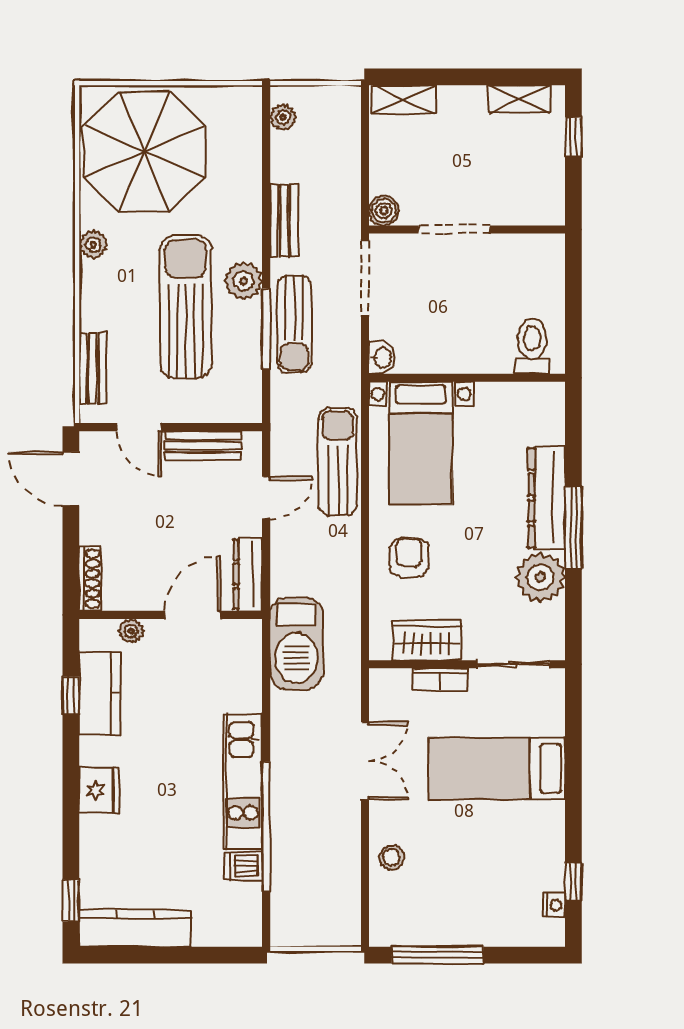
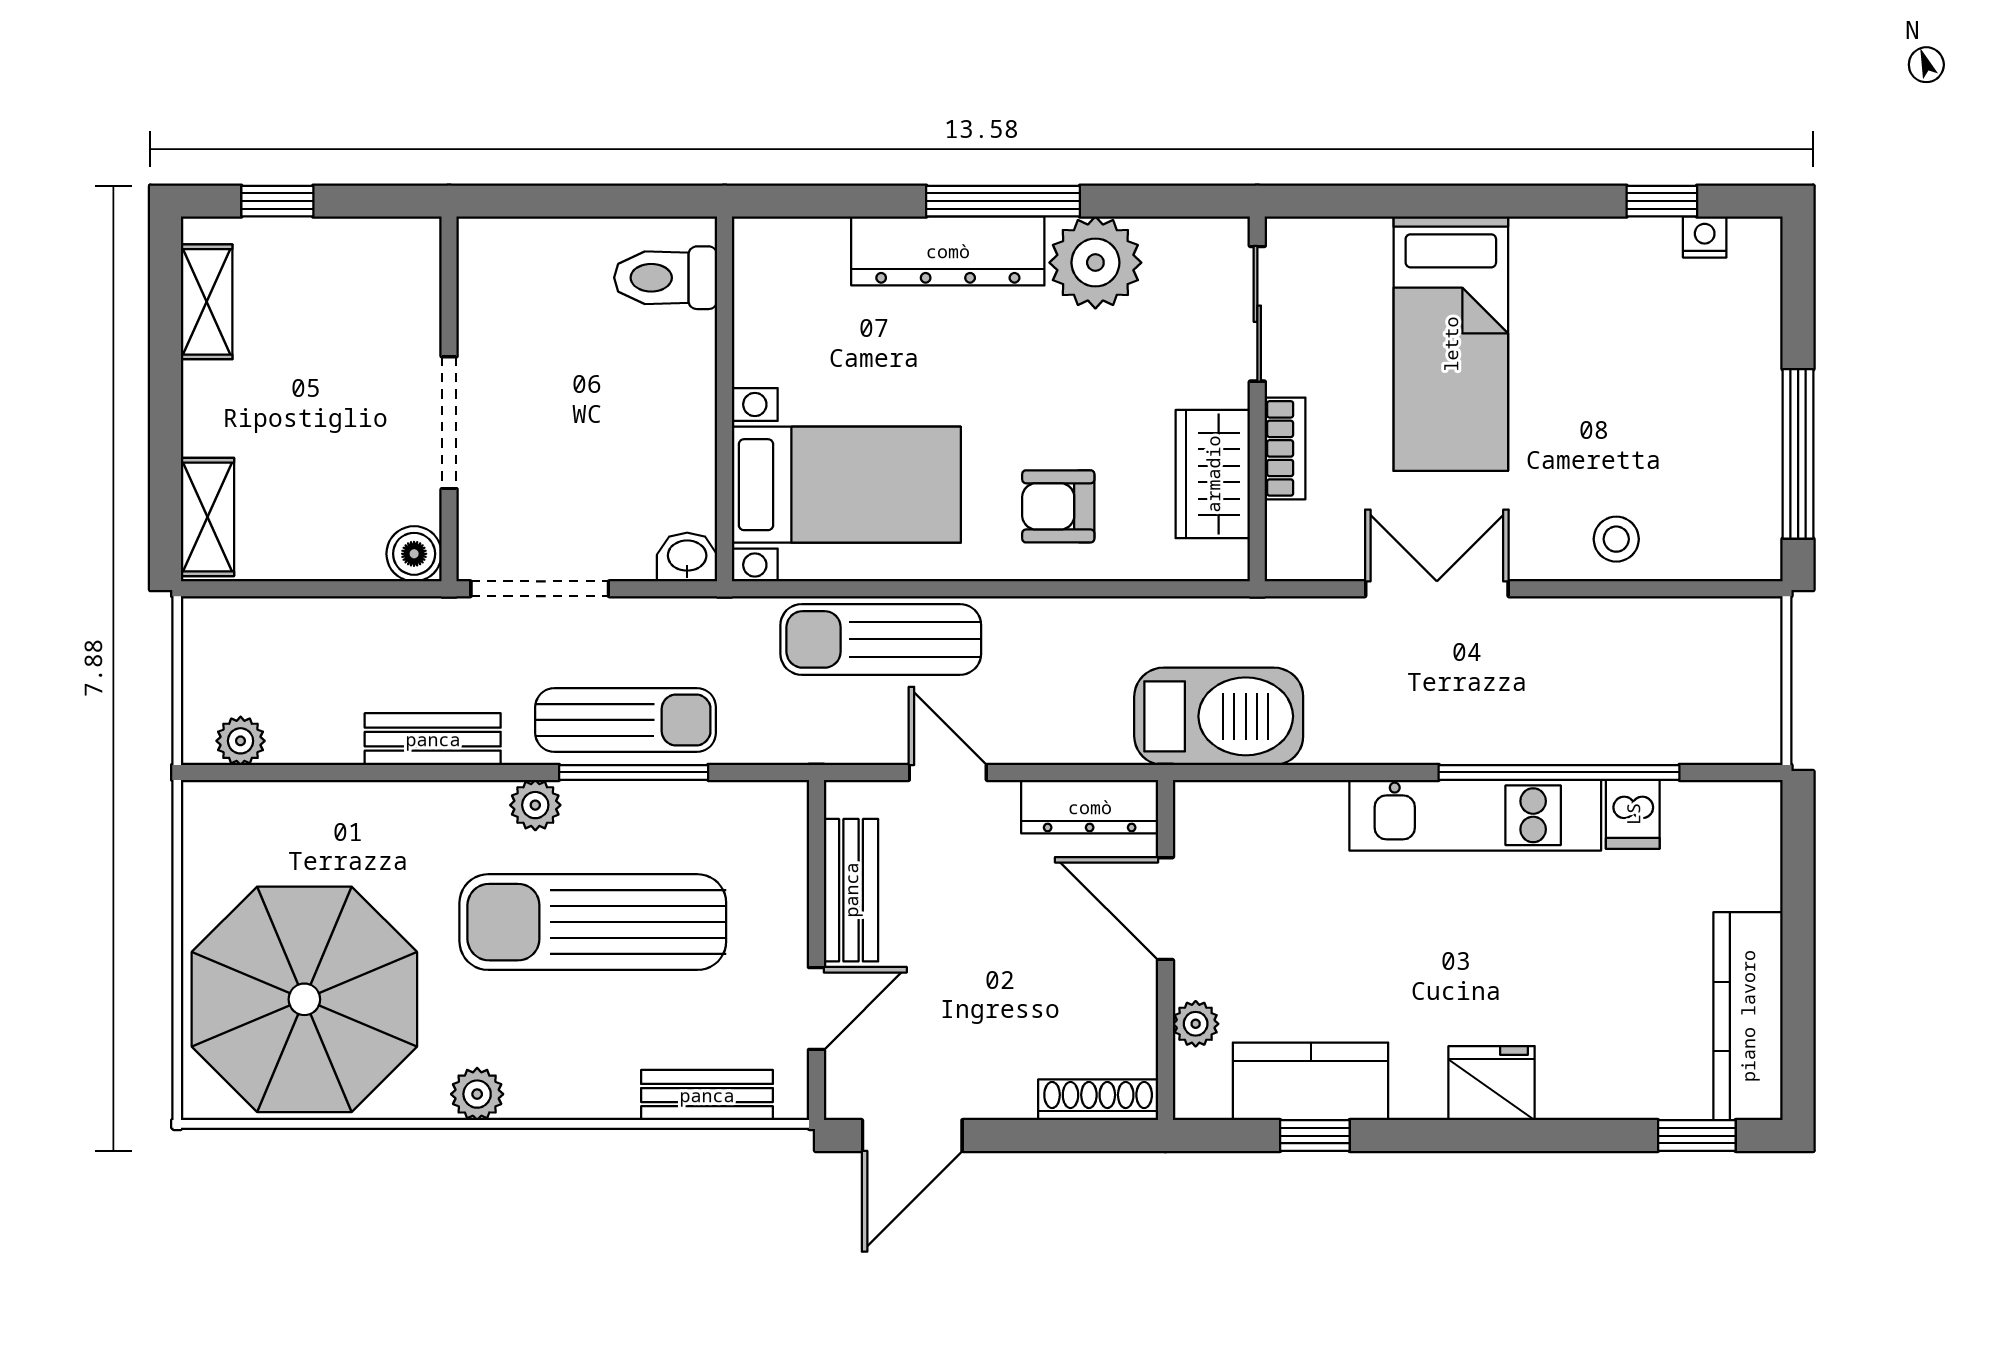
plant: (244, 281) -> (535, 805), width x0.73, depth x0.73

